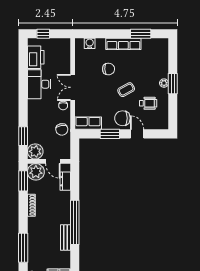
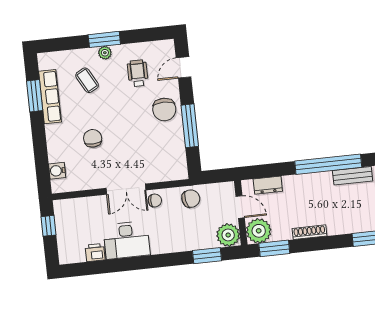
window: (43, 34) -> (48, 226), moved
row of seats: (123, 44) -> (50, 97), moved
printer: (36, 57) -> (95, 252), width x0.53, depth x0.68
coffee table: (126, 90) -> (87, 80), moved
row of seats: (88, 123) -> (177, 160), removed
window: (110, 134) -> (190, 126), width x1.44
door: (137, 134) -> (184, 67), moved
door: (53, 161) -> (240, 207), hinge flipped

